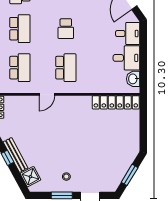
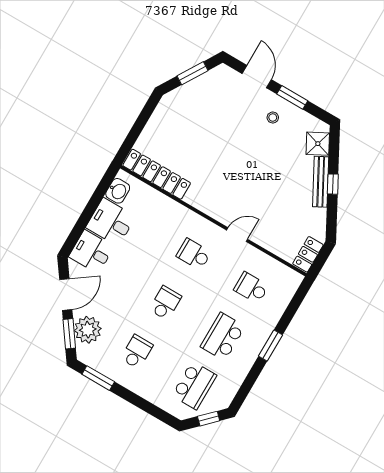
school desk: (20, 68) -> (251, 288), width x0.54
school desk: (66, 68) -> (194, 254), width x0.54

